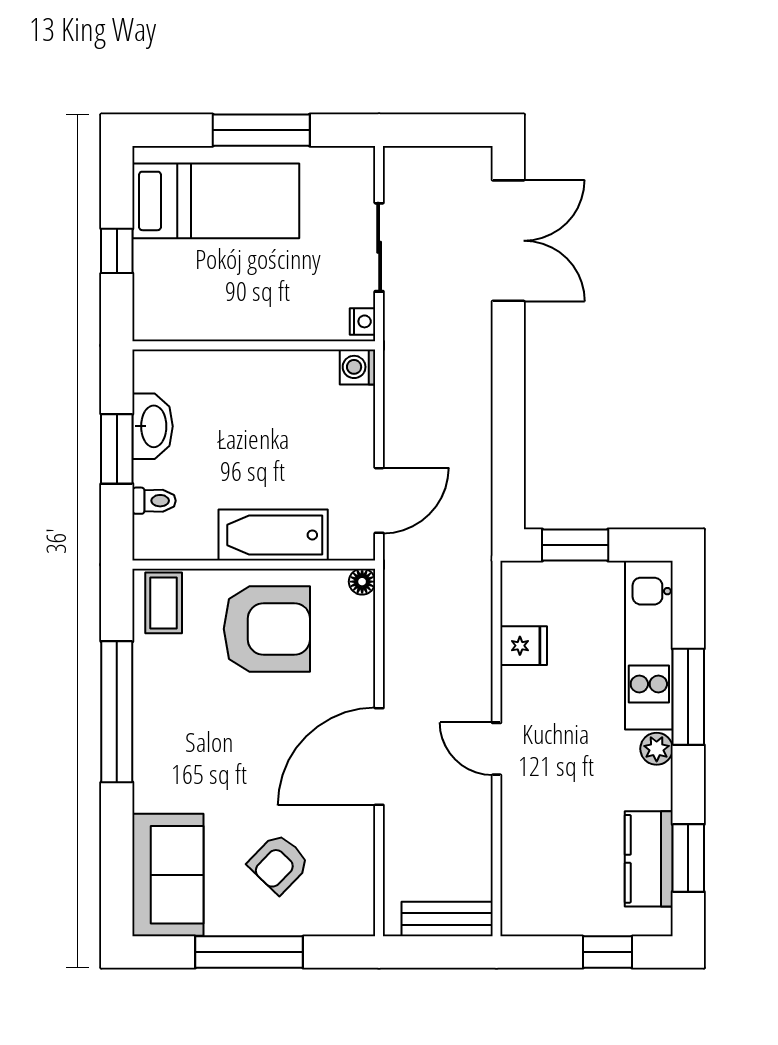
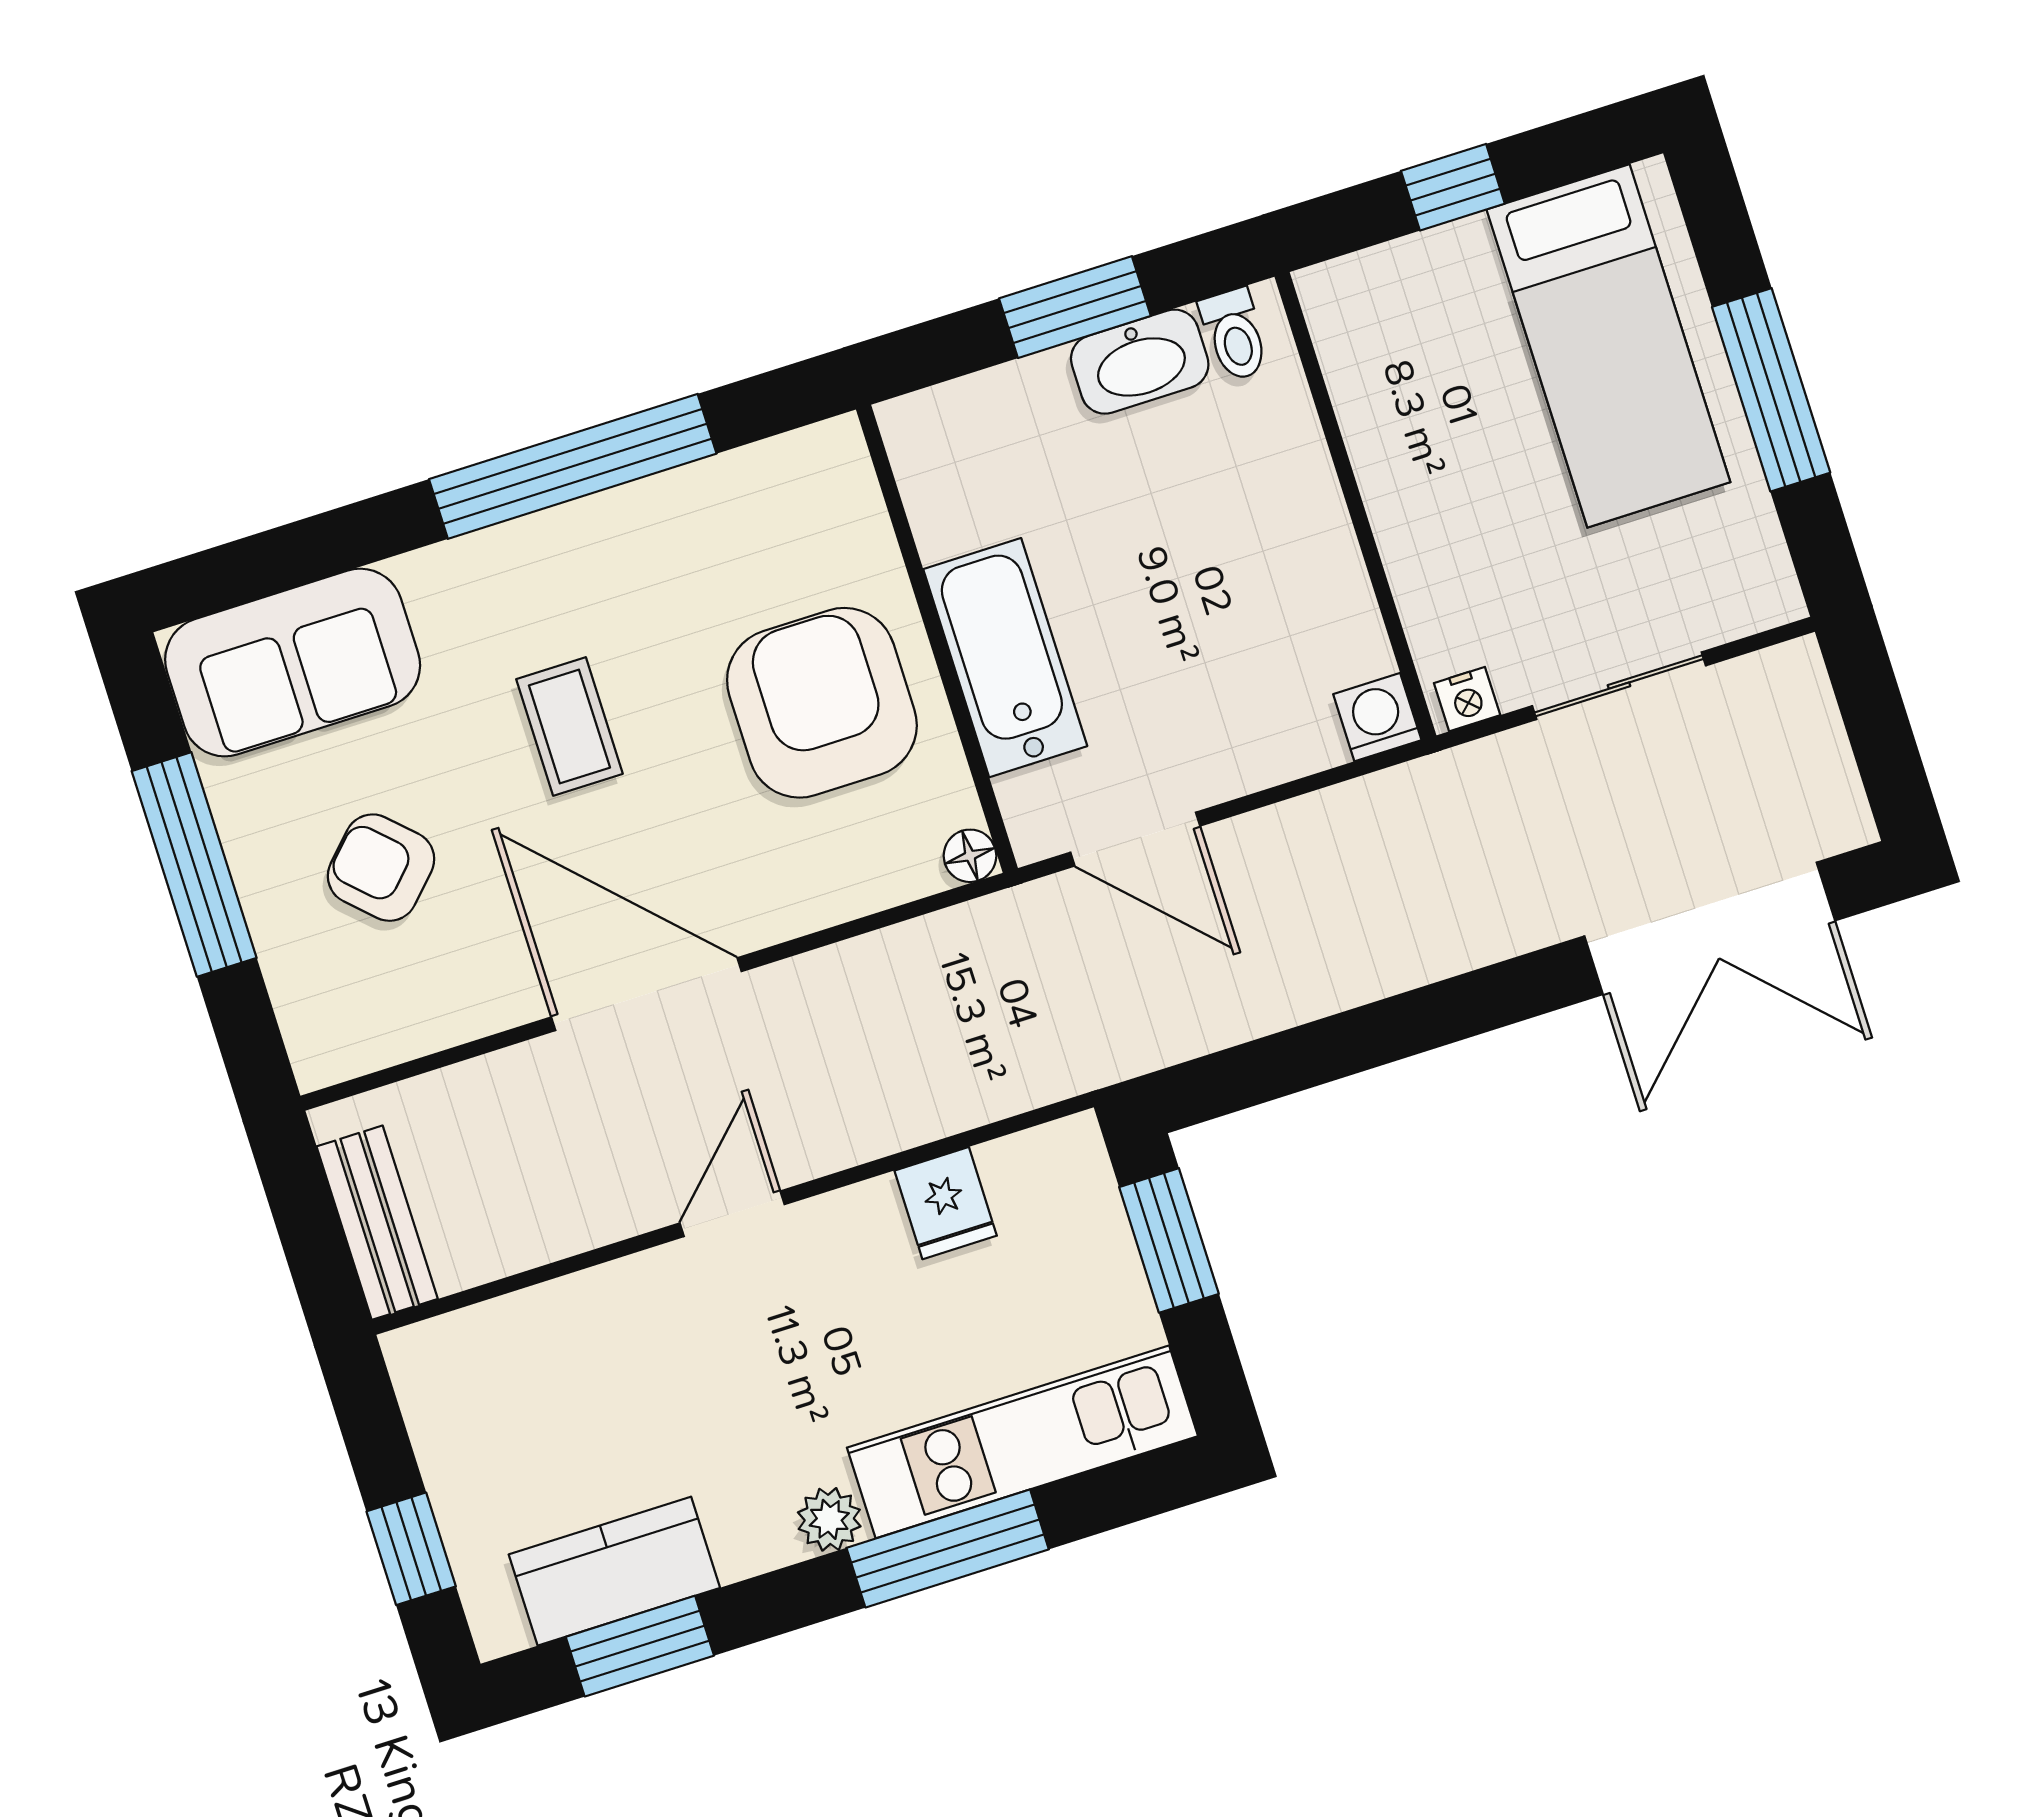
toilet: (154, 501) -> (1235, 335), moved
coffee table: (164, 603) -> (569, 726), moved, turned 90
armchair: (267, 629) -> (822, 703), turned 180

